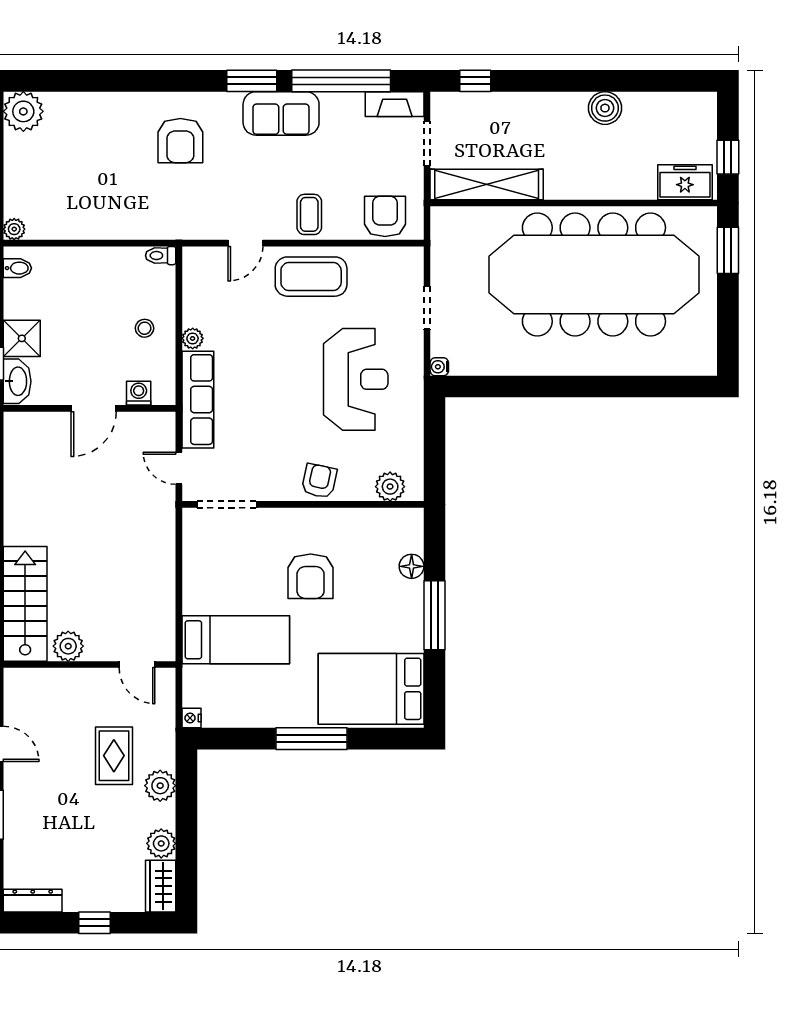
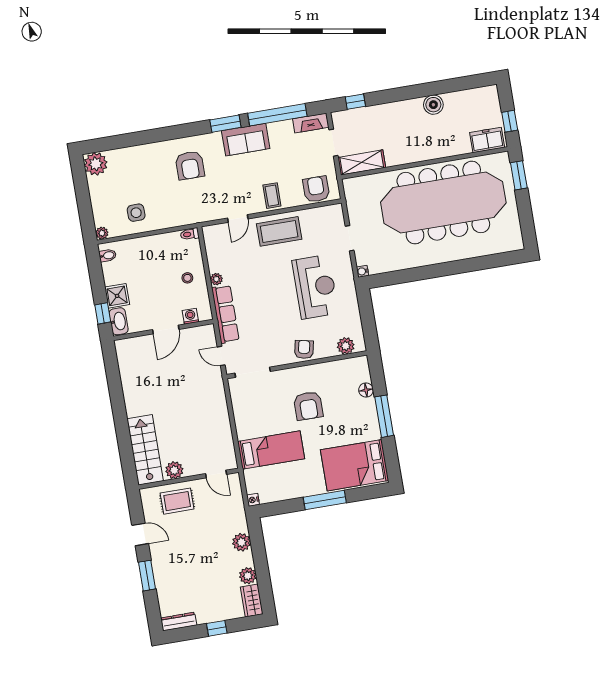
shelving: (487, 184) -> (362, 162), width x0.68
side table: (77, 205) -> (136, 213), added
rug: (114, 756) -> (177, 501), moved, turned 90

